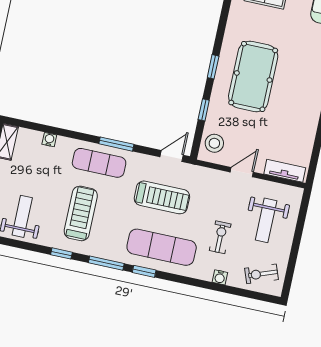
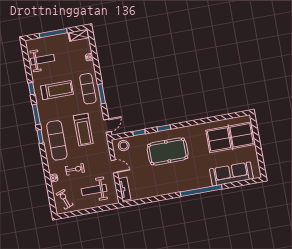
door: (172, 156) -> (107, 126), hinge flipped

